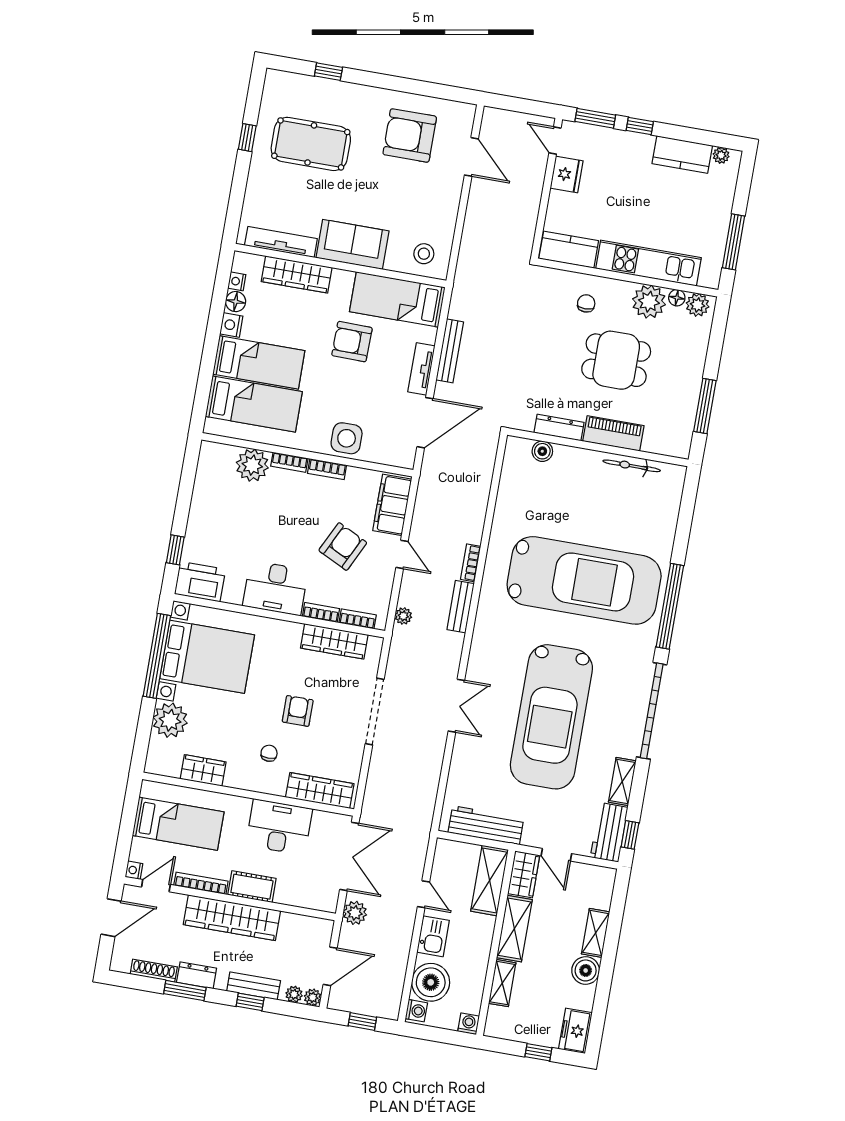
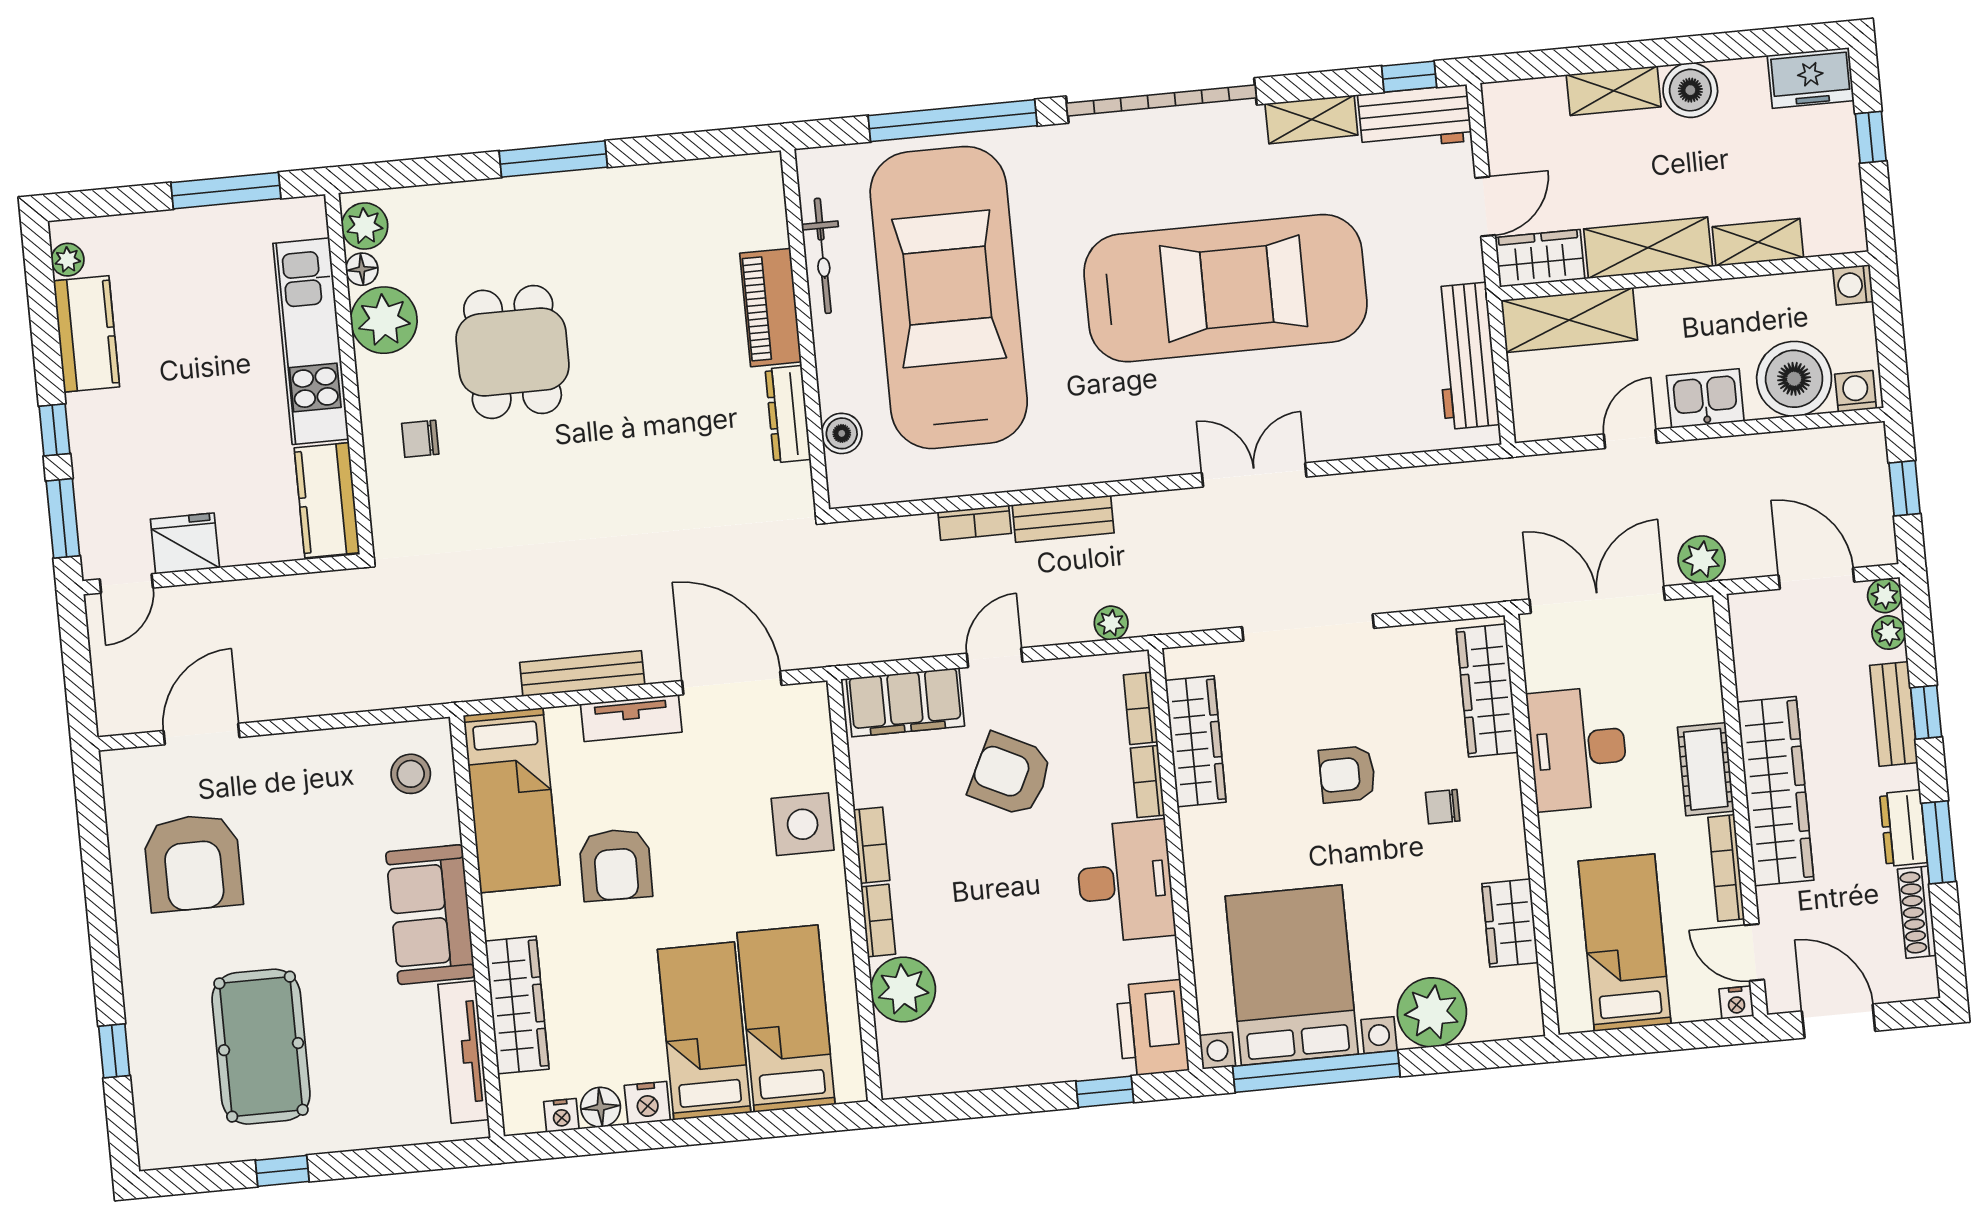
dresser: (559, 428) -> (788, 414), moved
piano: (613, 433) -> (771, 308), moved
wall: (598, 447) -> (805, 330), moved
boiler: (542, 451) -> (842, 433), moved
bicycle: (632, 466) -> (823, 256), moved

